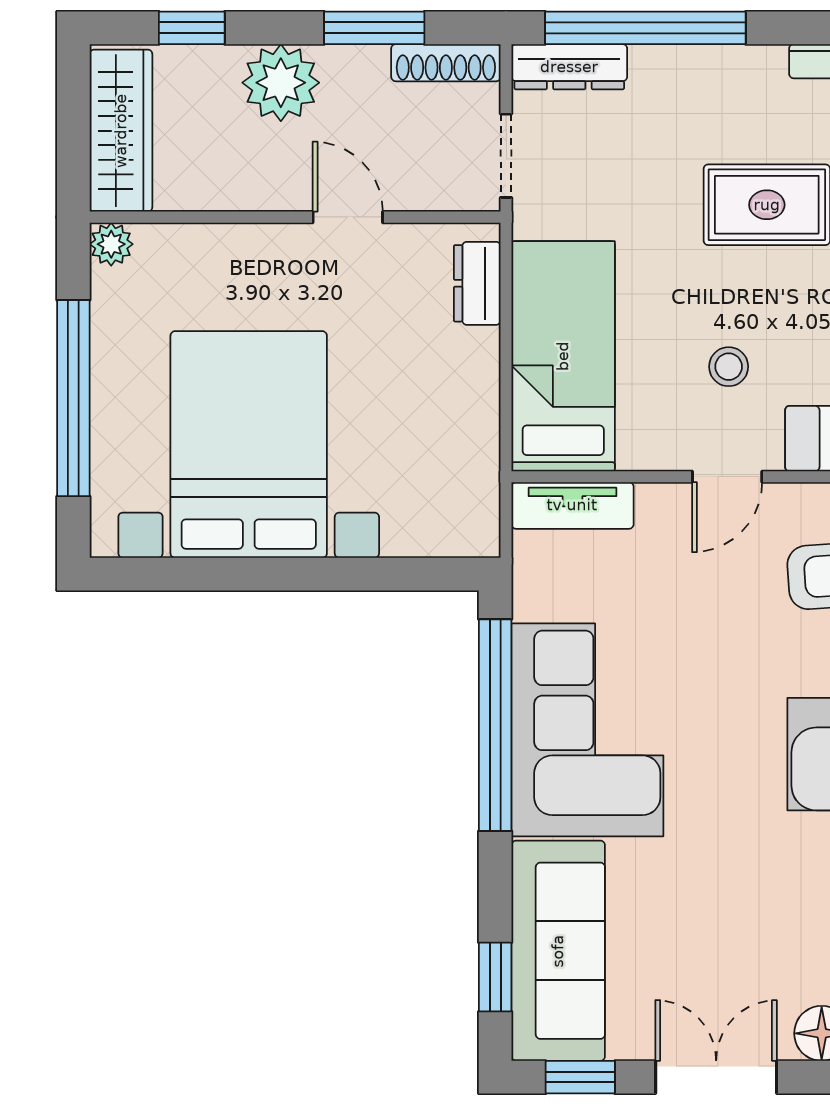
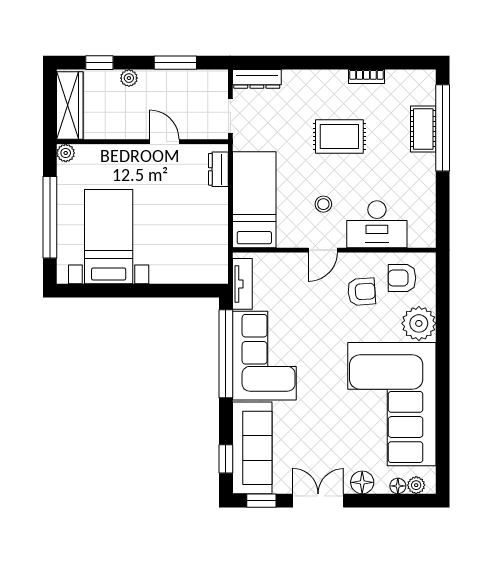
window: (645, 28) -> (289, 63), removed
shoe rack: (446, 63) -> (205, 77), removed
plant: (281, 83) -> (129, 78), width x0.53, depth x0.53
bed with nightstands: (249, 445) -> (109, 237), width x0.73
tv unit: (572, 505) -> (242, 284), moved, turned -90

